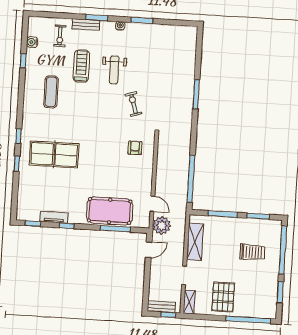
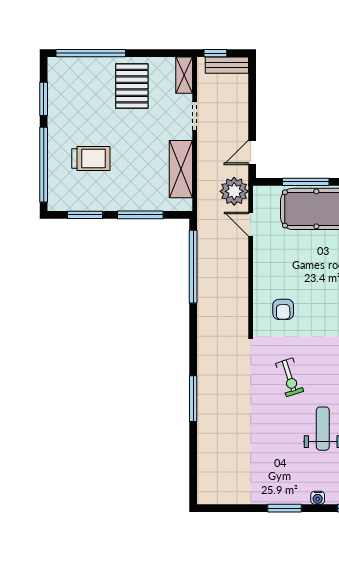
trolley: (252, 252) -> (91, 158), turned 180

